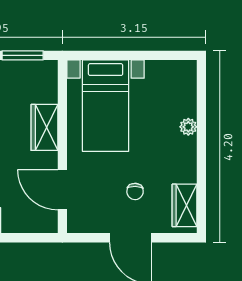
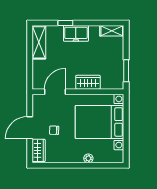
bed with nightstands: (106, 106) -> (100, 122), width x1.36
wardrobe: (185, 205) -> (39, 150), moved, turned 90

